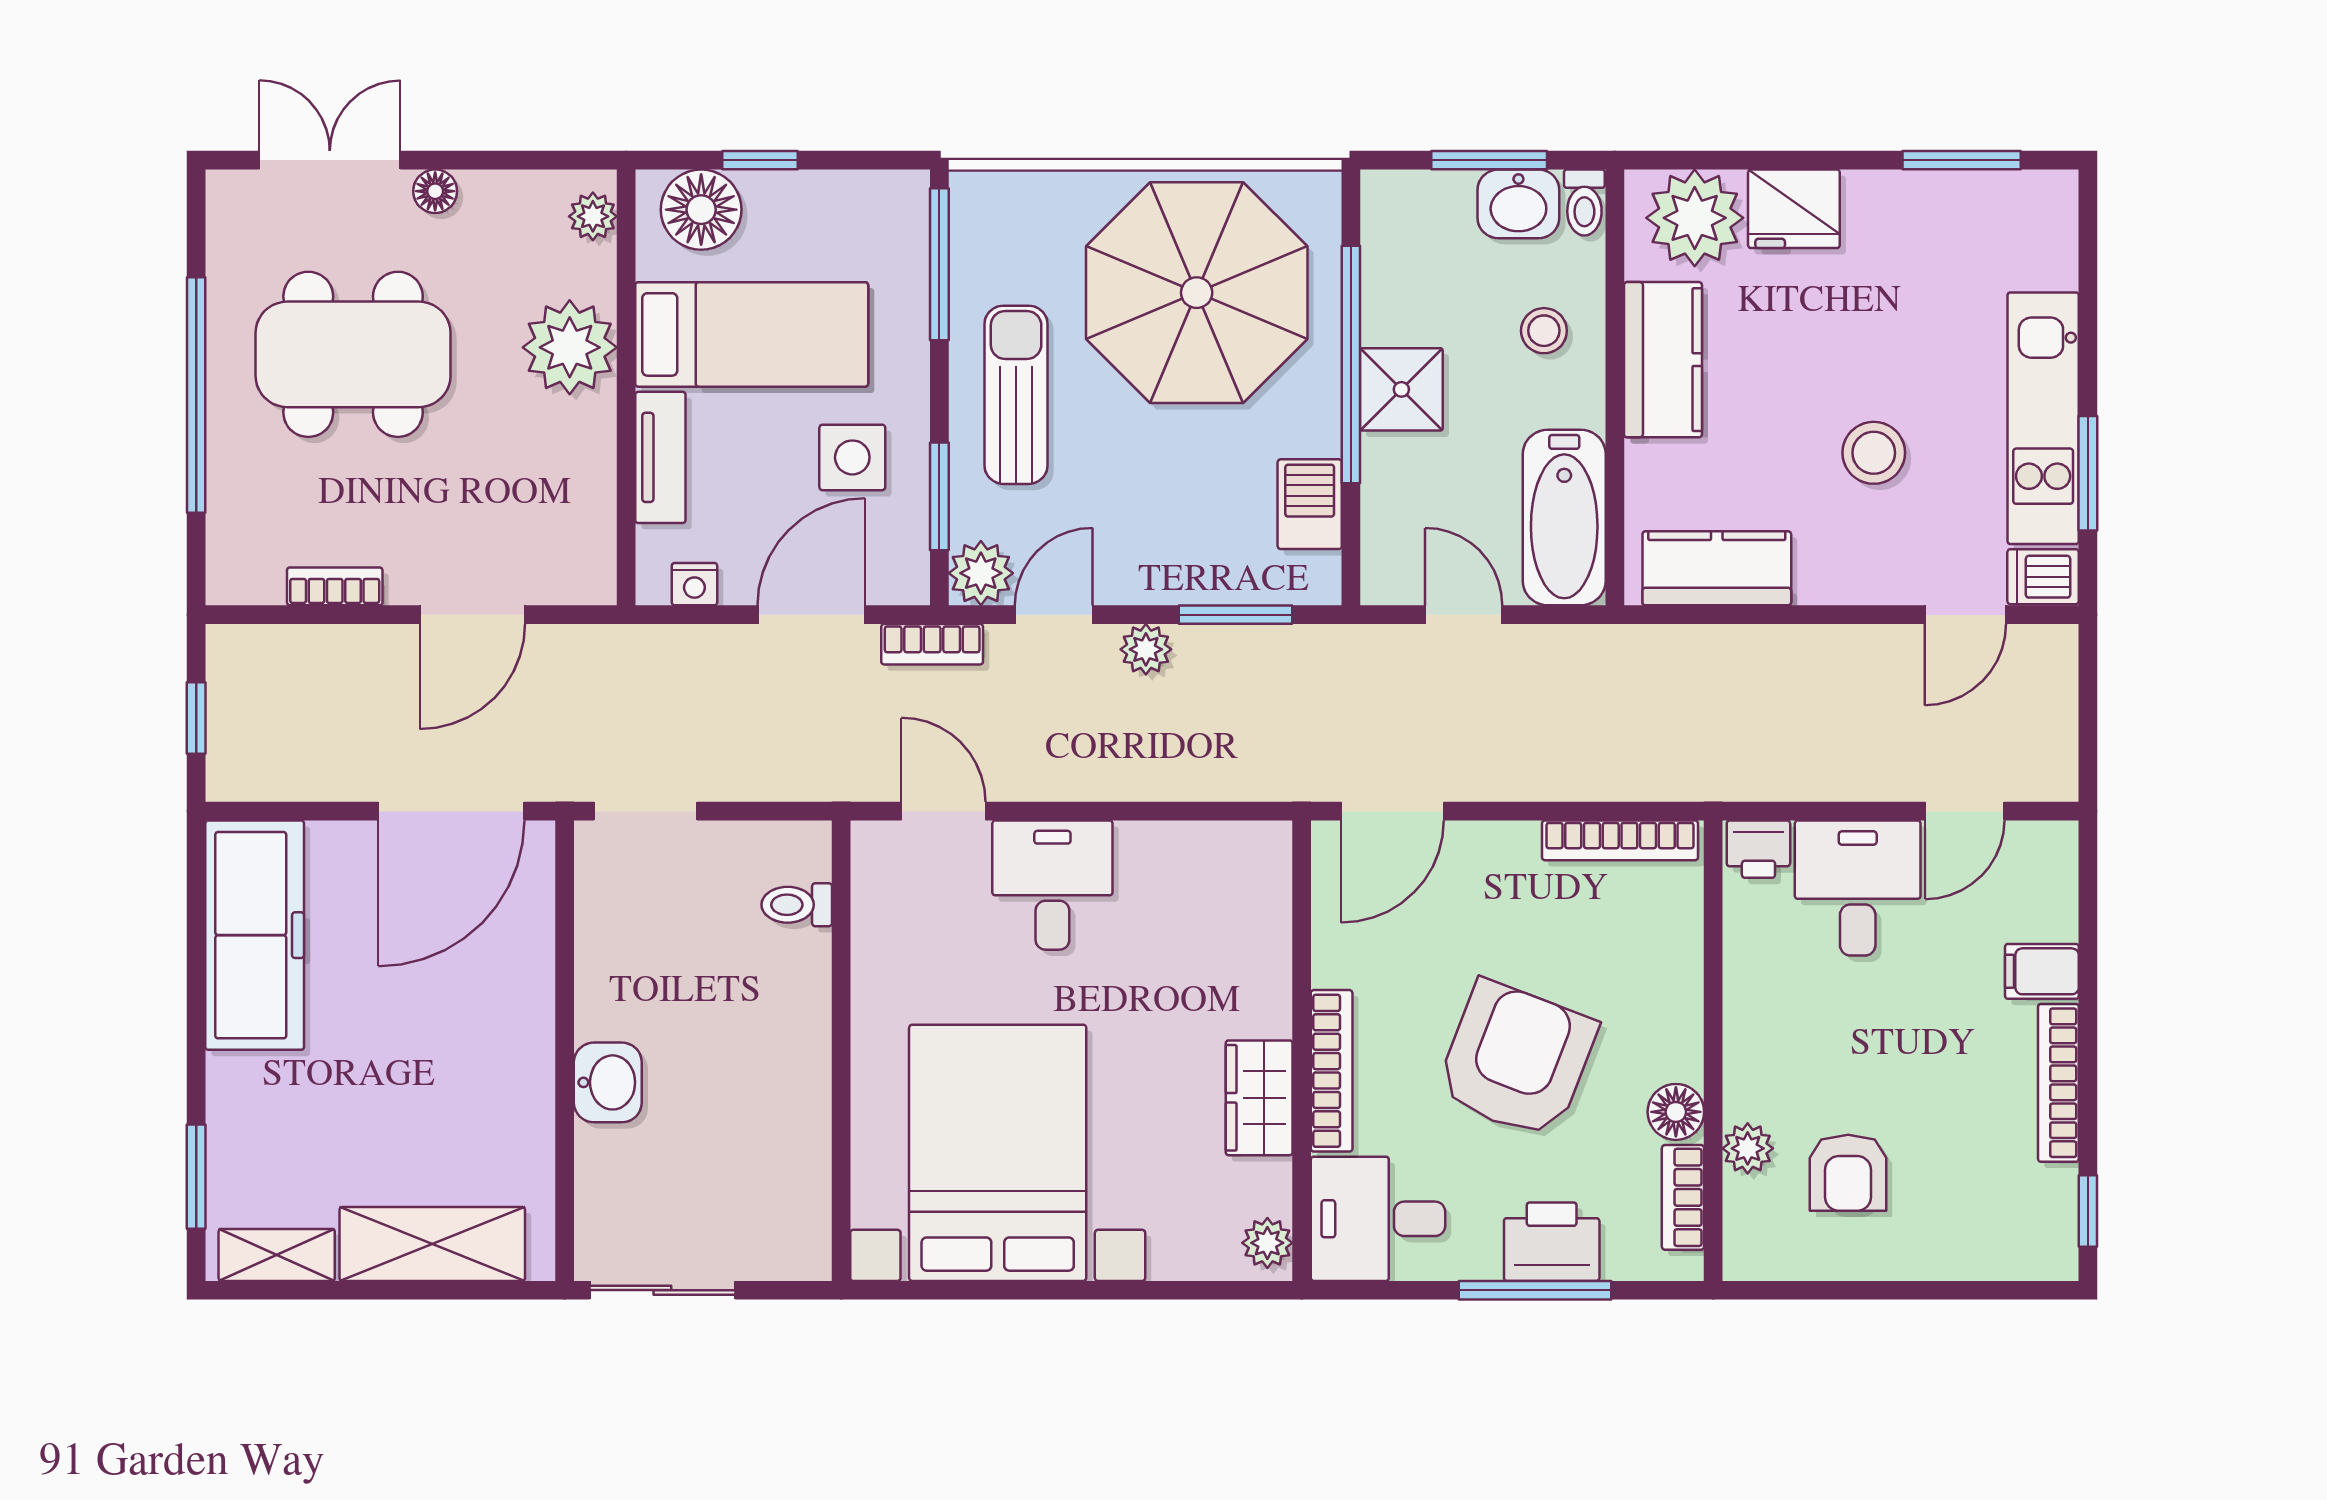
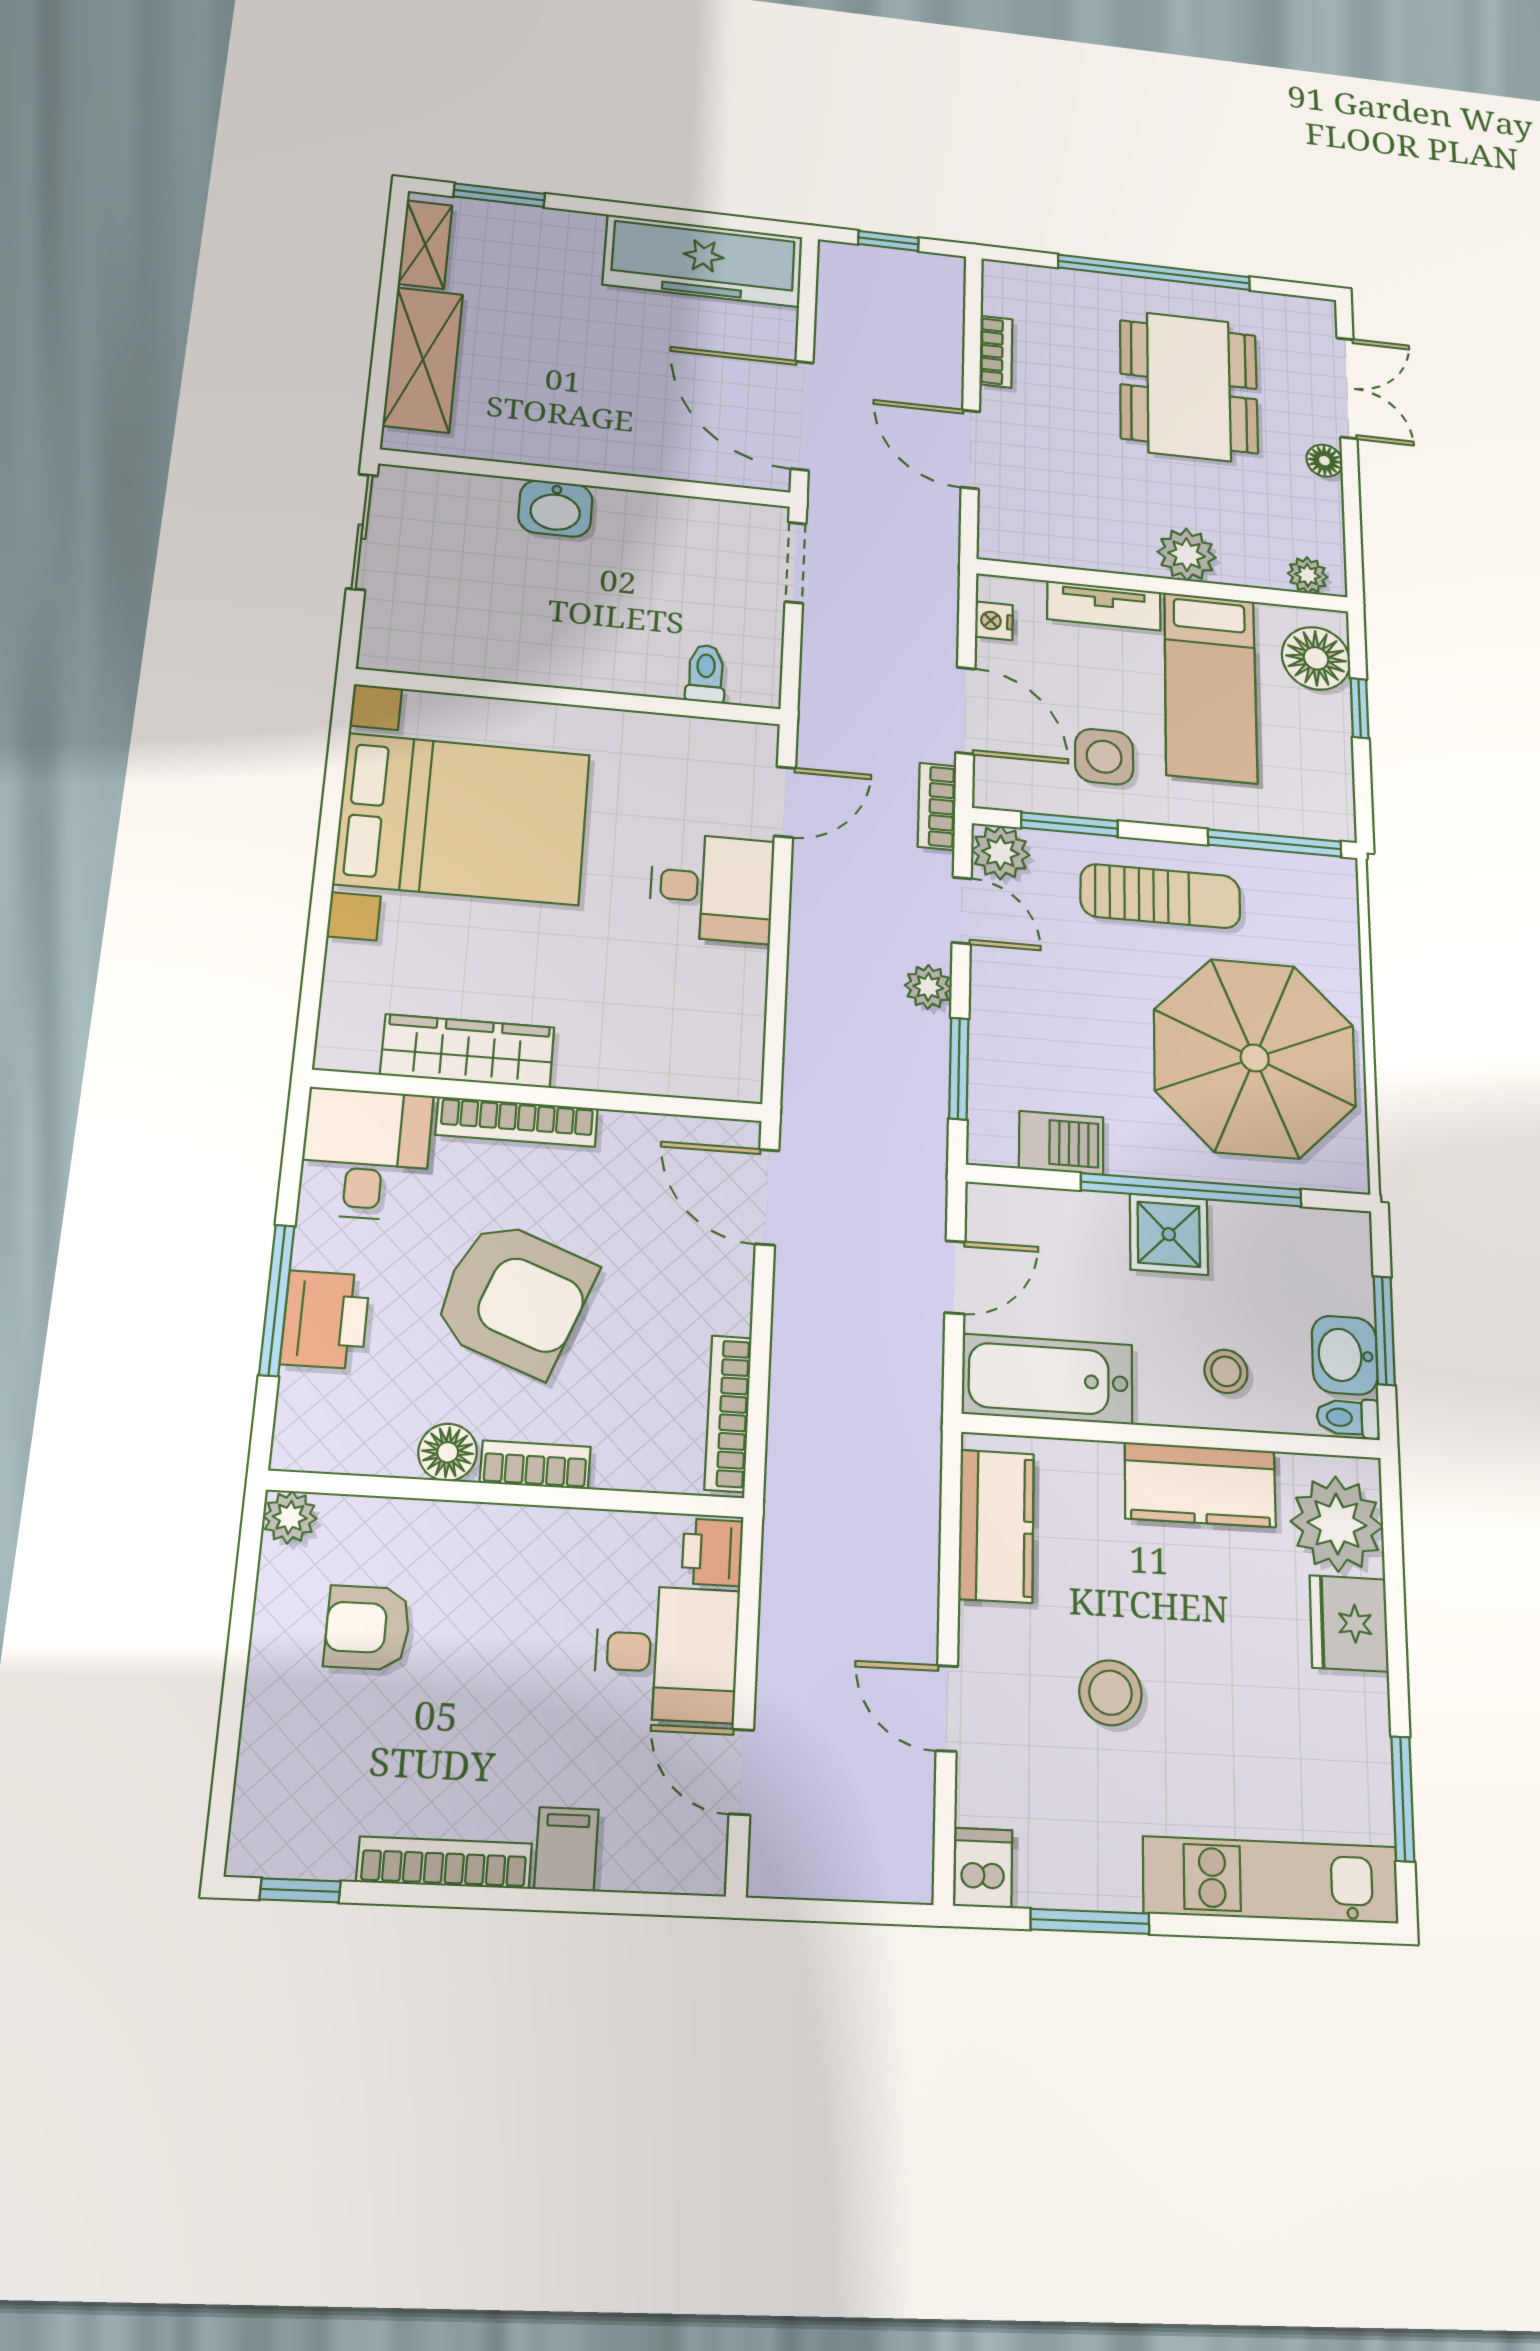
plant: (570, 347) -> (1187, 555), width x0.73, depth x0.73
kitchen unit: (2043, 418) -> (1271, 1880), moved
door: (1965, 615) -> (947, 1708), moved
wardrobe: (1259, 1098) -> (468, 1051), width x1.50
plant: (1748, 1148) -> (290, 1517), moved
bookcase: (1683, 1197) -> (535, 1465), moved
plant: (1267, 1243) -> (352, 1050), removed

